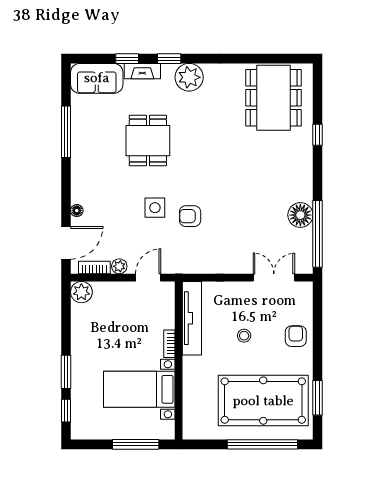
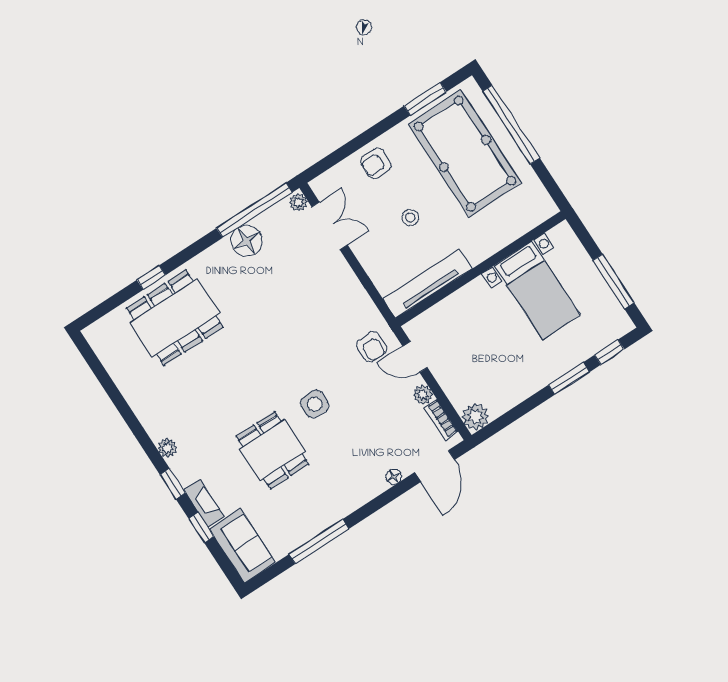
plant: (189, 77) -> (167, 448), width x0.53, depth x0.53
dining table: (274, 98) -> (175, 318), moved
dining table: (148, 141) -> (272, 450), turned 90
side table: (155, 208) -> (315, 404), moved
armchair: (190, 216) -> (372, 347), moved
door: (66, 243) -> (435, 466), swing flipped
plant: (304, 267) -> (298, 202), added
double door: (274, 278) -> (330, 226), swing flipped
bookcase: (169, 344) -> (469, 290), removed
window: (136, 444) -> (613, 282), moved

